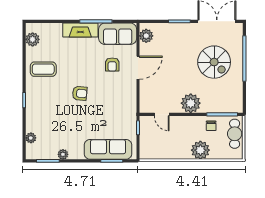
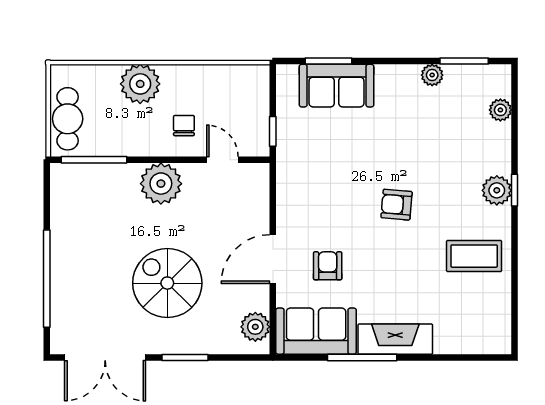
plant: (33, 39) -> (497, 190), moved
spiral stairs: (214, 62) -> (167, 283), moved
chair: (211, 126) -> (184, 126), moved
sofa: (108, 149) -> (337, 86), width x0.73

